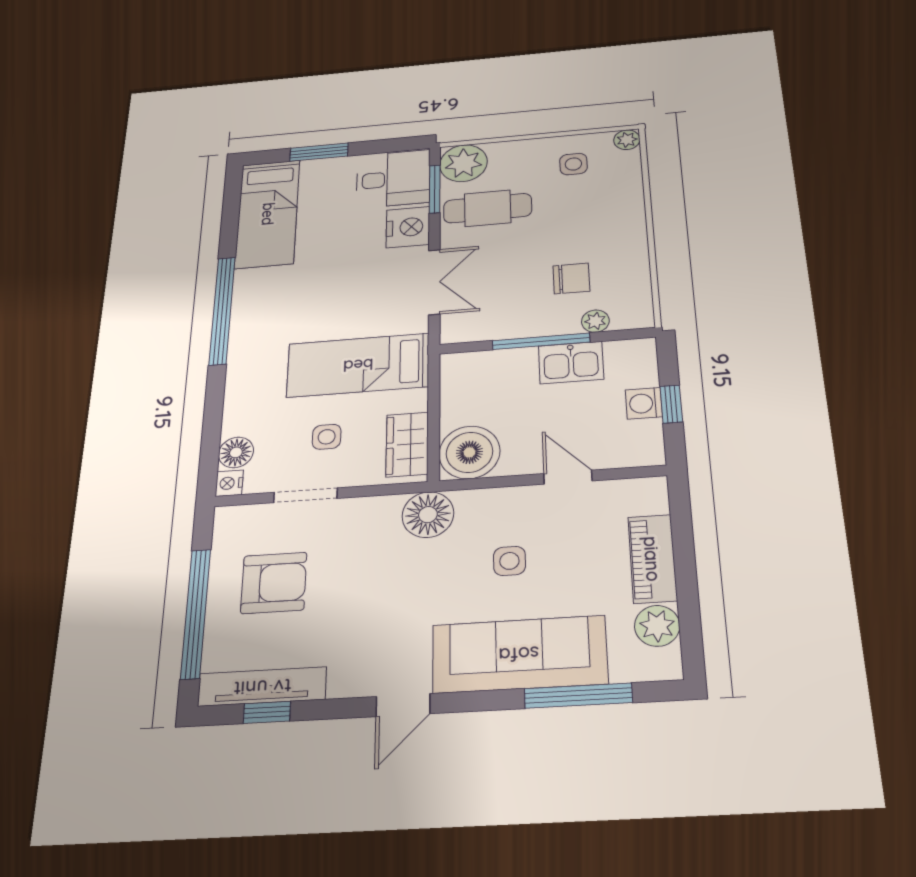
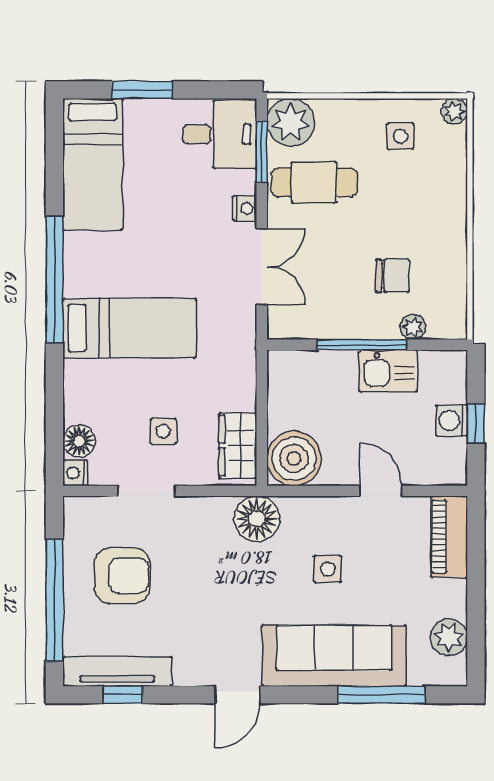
nightstand: (408, 227) -> (245, 208), width x0.53, depth x0.56
bed: (358, 365) -> (130, 328), moved, turned 180
piano: (652, 559) -> (449, 537), moved

